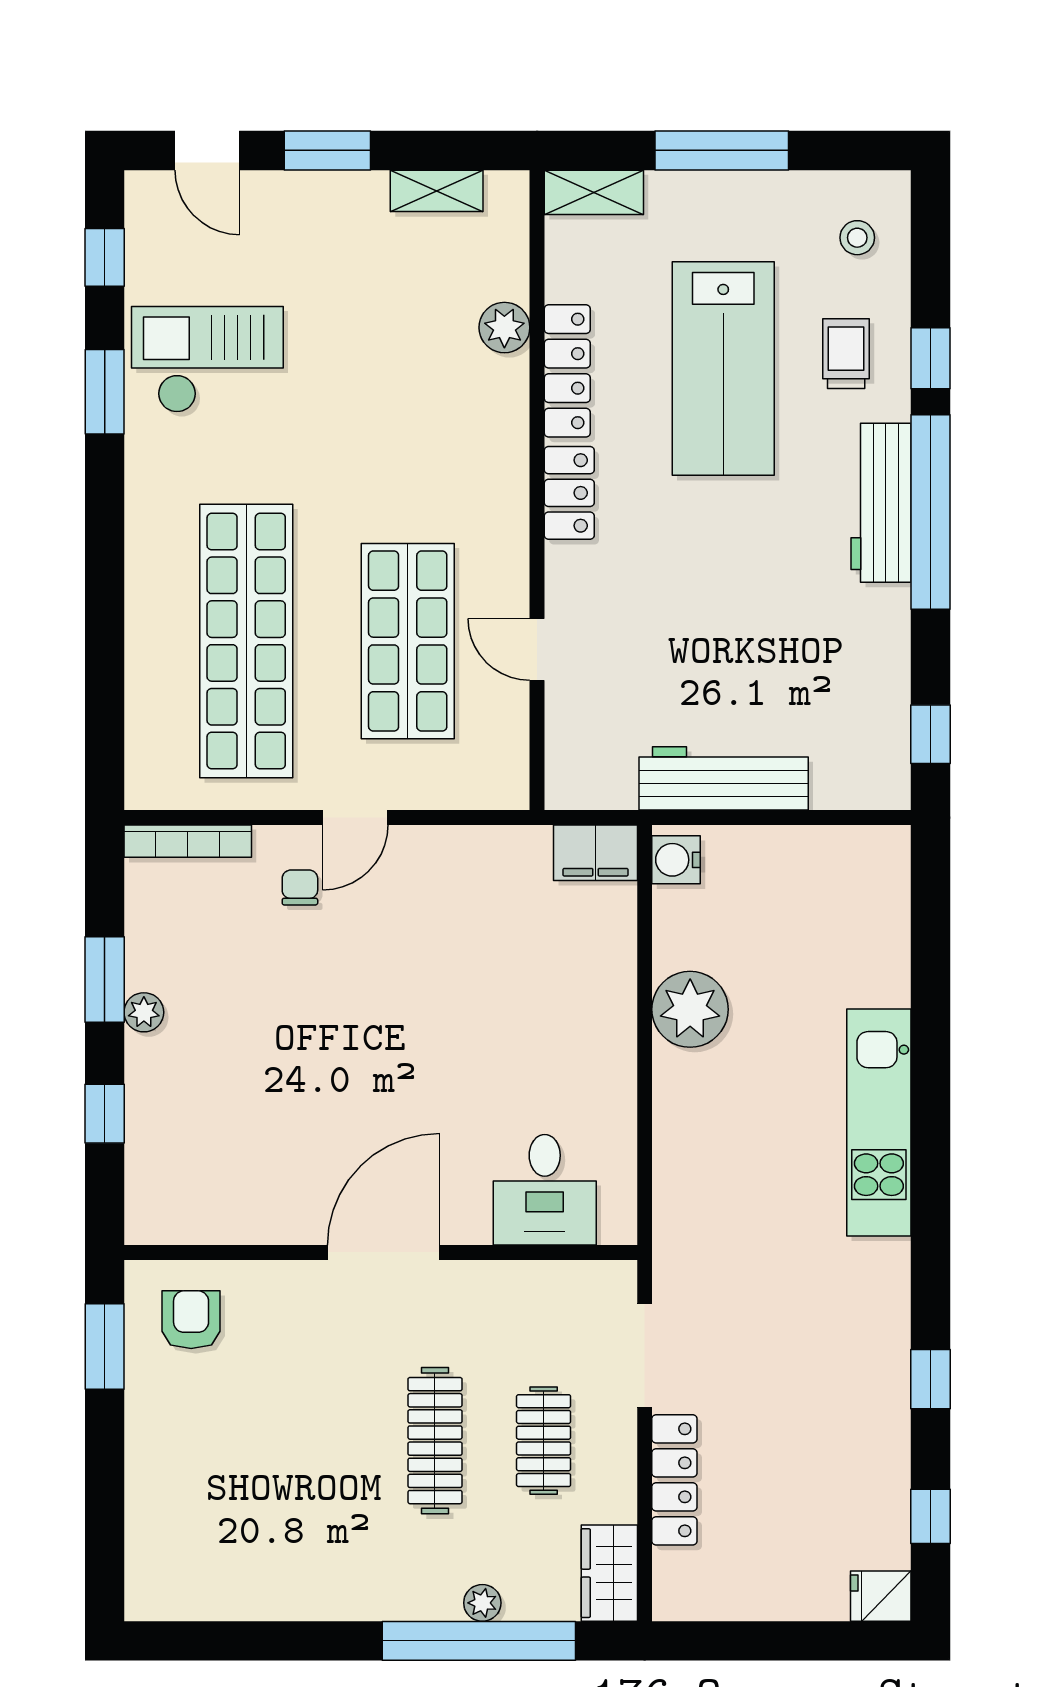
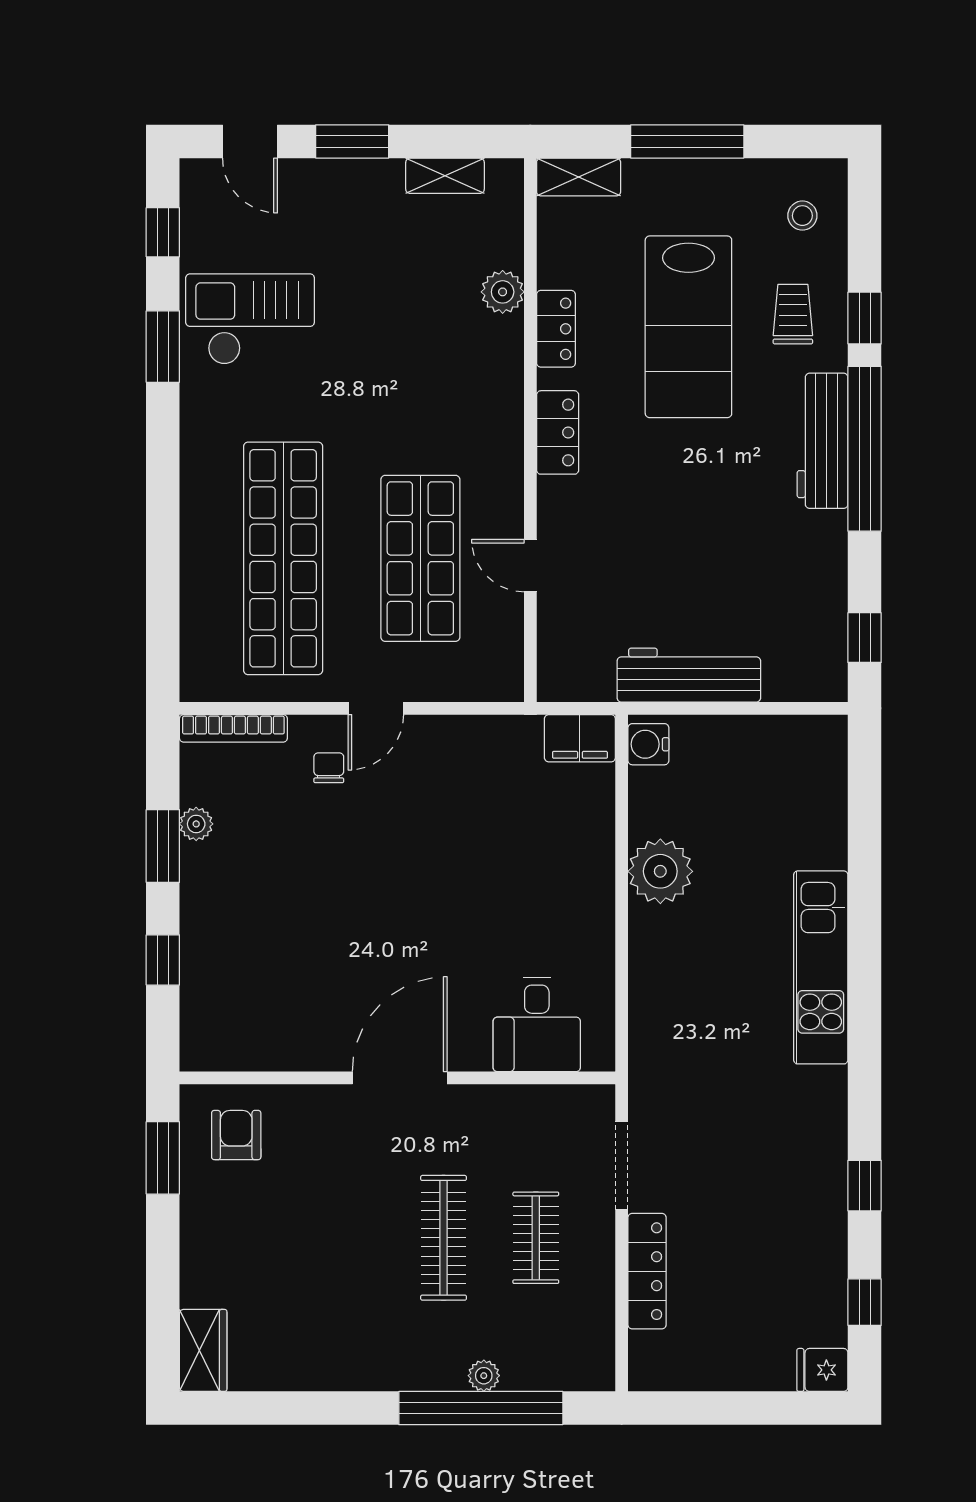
locker: (567, 371) -> (556, 329), width x0.66
plant: (144, 1012) -> (196, 824), moved
wardrobe: (609, 1573) -> (203, 1350), moved, turned 180

